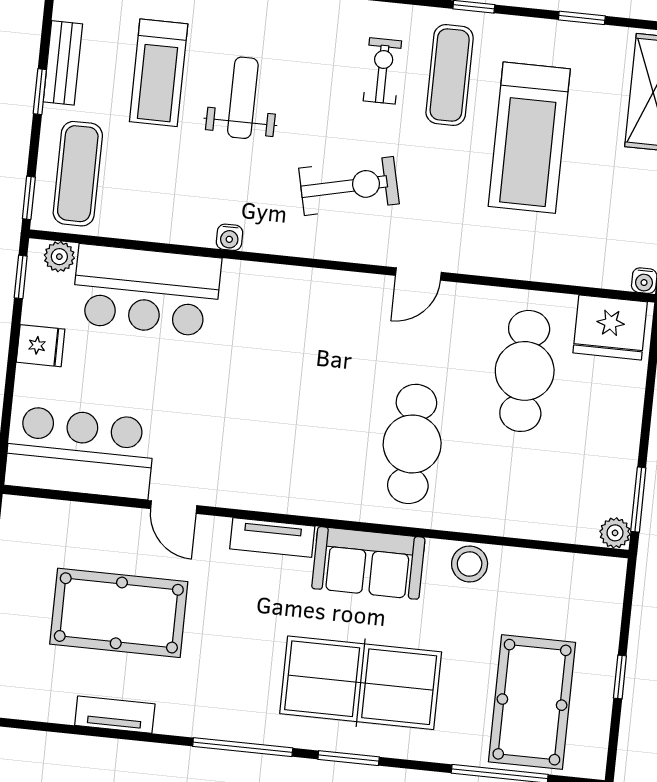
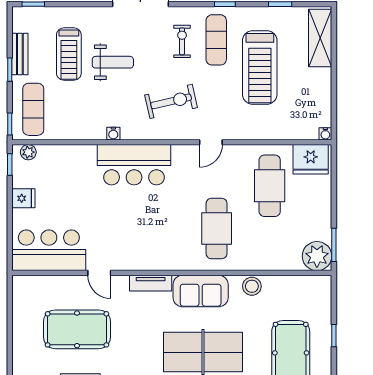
weight bench: (243, 98) -> (113, 62), turned 90
bar counter: (146, 290) -> (134, 165), moved
plant: (615, 533) -> (317, 256), width x1.87, depth x1.87

